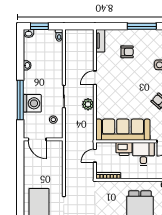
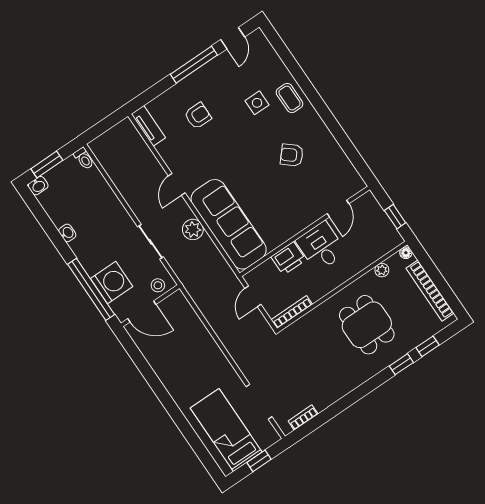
sofa: (123, 130) -> (229, 224), moved, turned 90
door: (37, 139) -> (142, 312), moved
wall: (43, 139) -> (150, 306), moved

